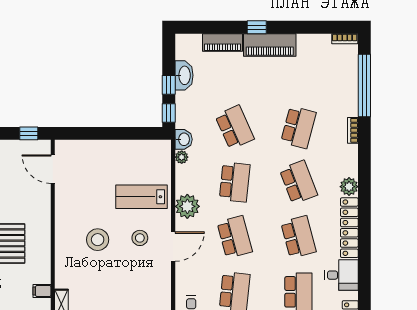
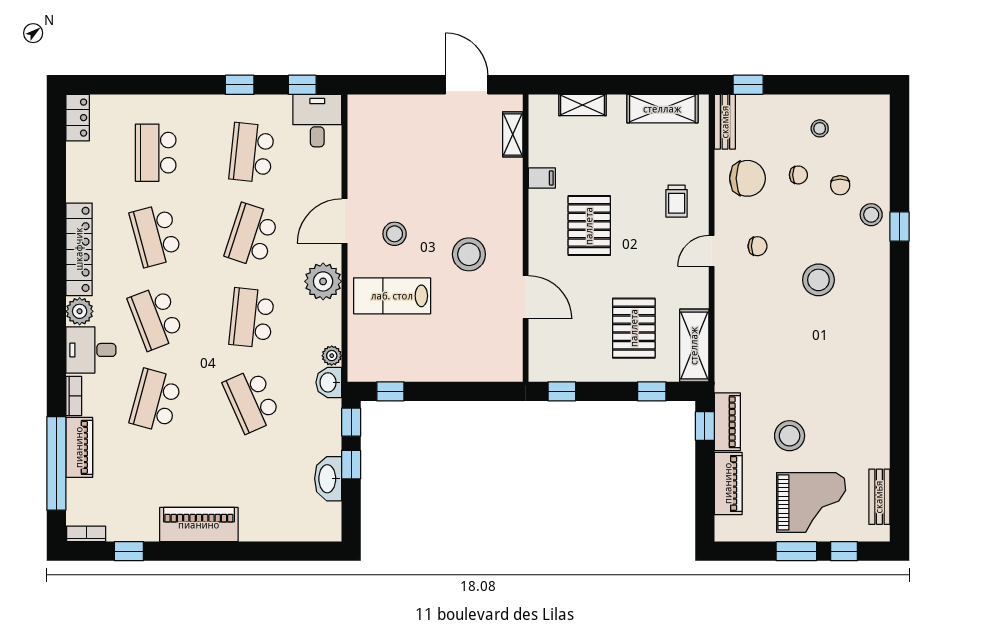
window: (257, 27) -> (129, 551), moved
piano: (222, 43) -> (79, 447), moved, turned 90
window: (143, 133) -> (390, 391), added
door: (53, 169) -> (526, 297), moved
lab bench: (141, 197) -> (392, 296), turned 180
school desk: (235, 237) -> (252, 235), turned 33
stool: (98, 240) -> (469, 254), moved
desk: (341, 275) -> (91, 350), moved
filing cabinet: (42, 291) -> (542, 178), moved

